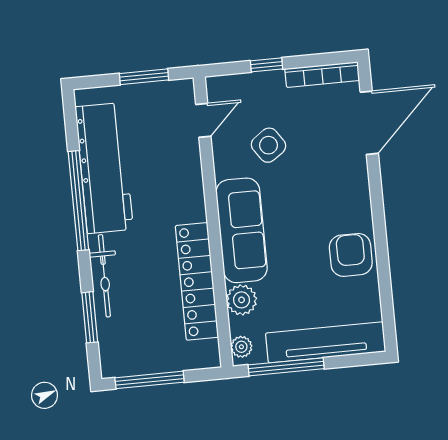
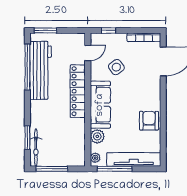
window: (266, 65) -> (108, 30), moved
window: (144, 77) -> (45, 30), moved
window: (78, 201) -> (27, 67), moved
bicycle: (104, 276) -> (36, 147), moved
locker: (197, 281) -> (78, 91), moved

